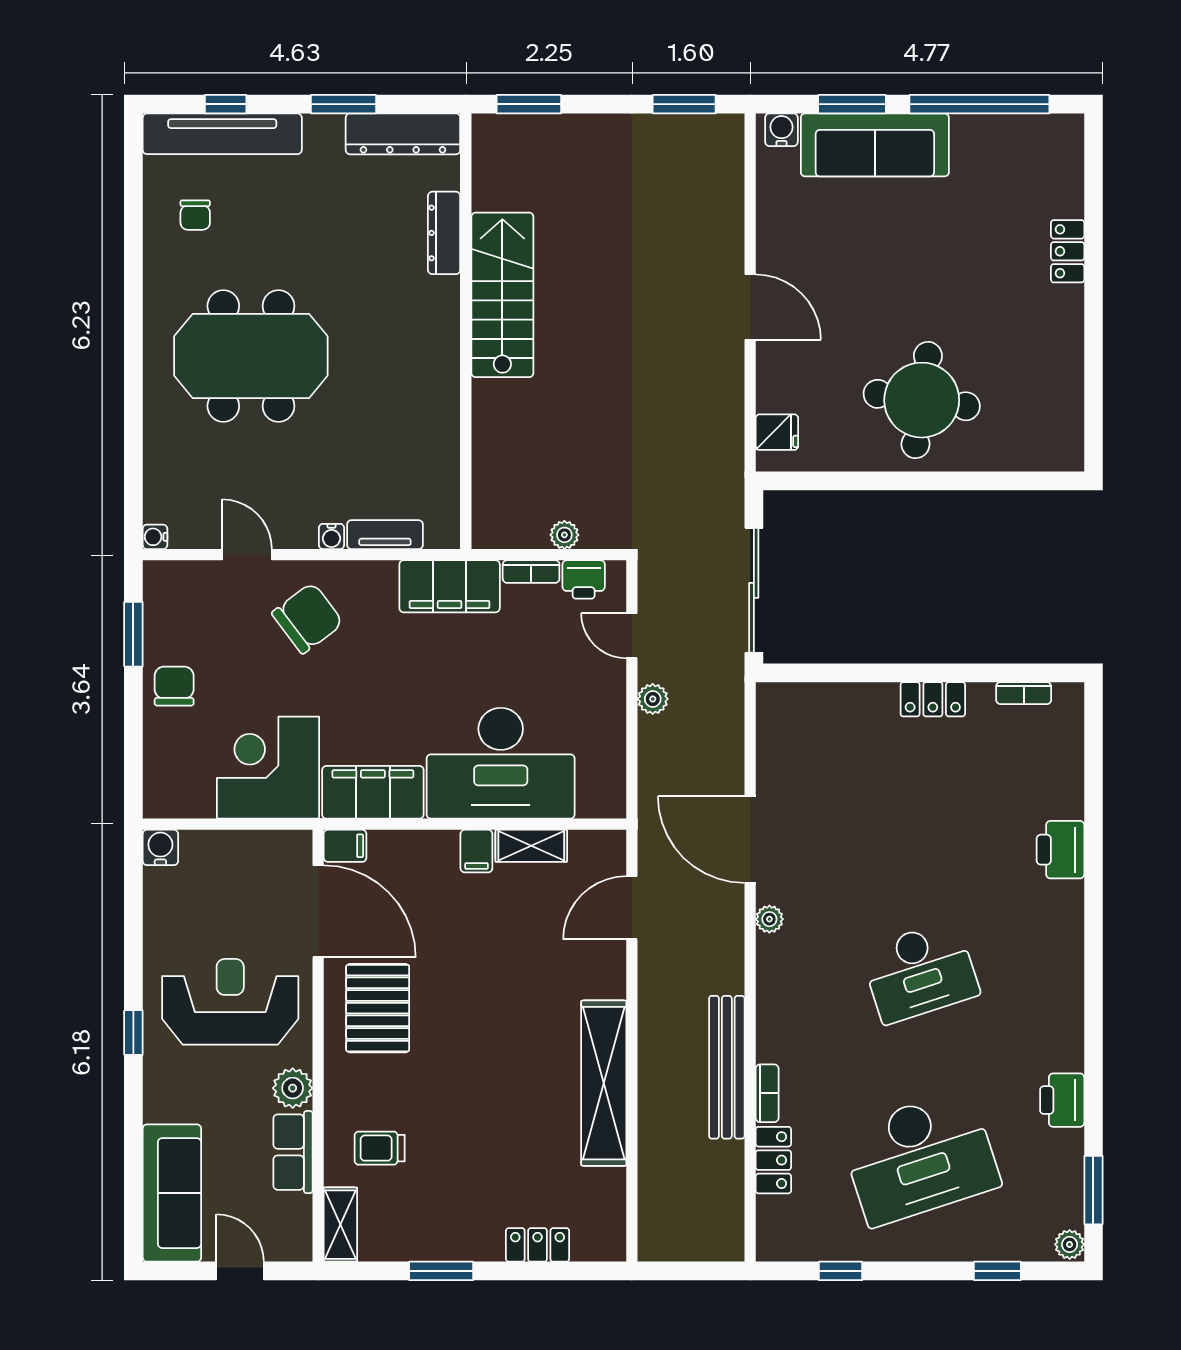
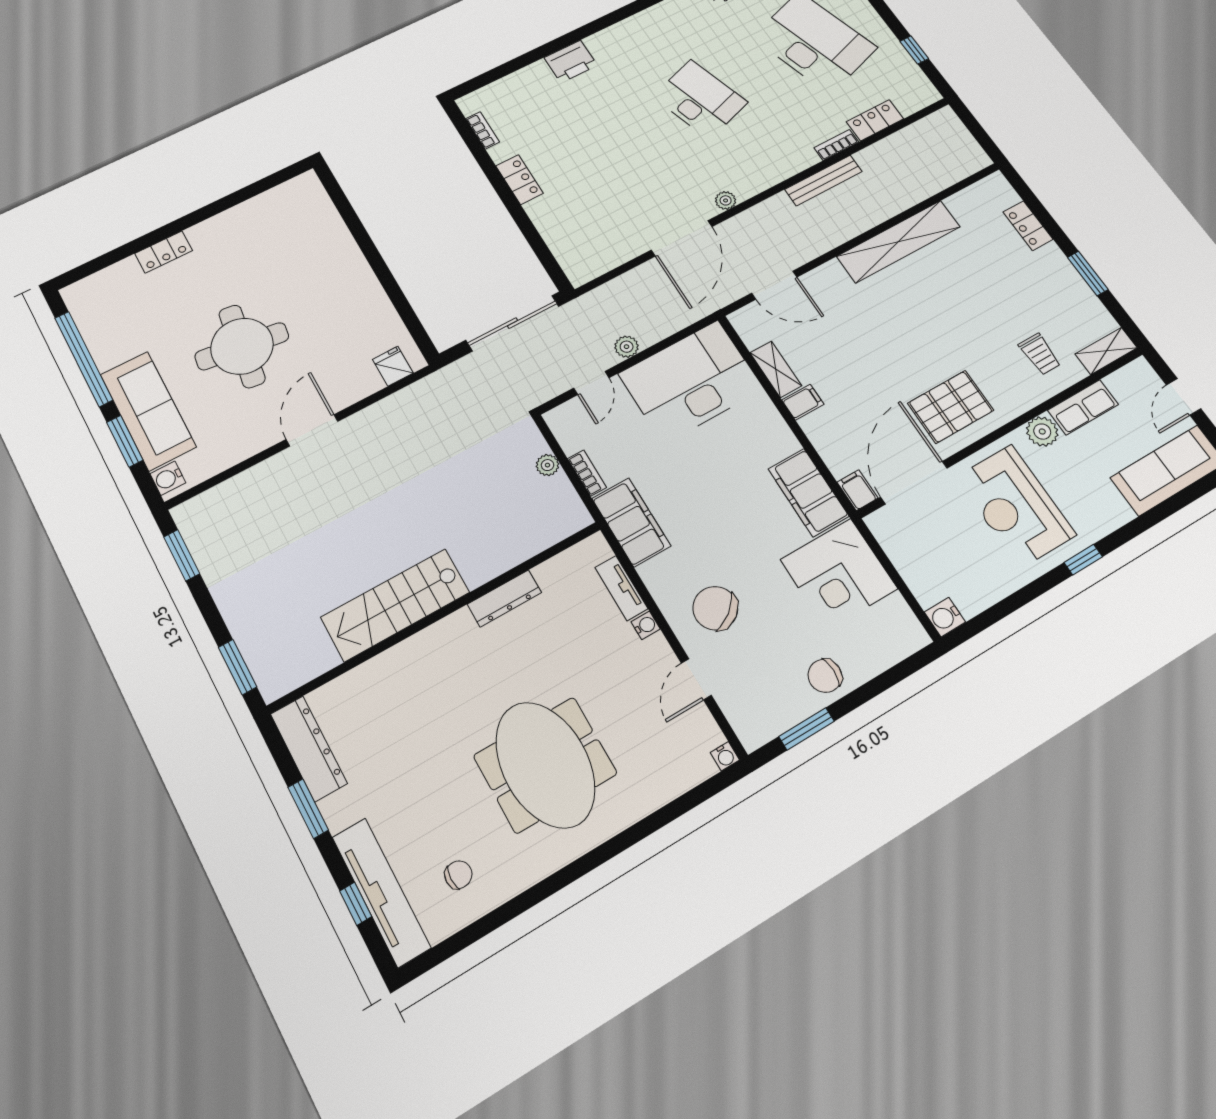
dresser: (444, 233) -> (504, 598), moved
round table: (922, 400) -> (242, 346), moved
printer: (584, 579) -> (571, 435), removed
desk: (501, 763) -> (691, 381), moved, turned -90
bench: (727, 1067) -> (823, 180), width x0.73, depth x0.82

